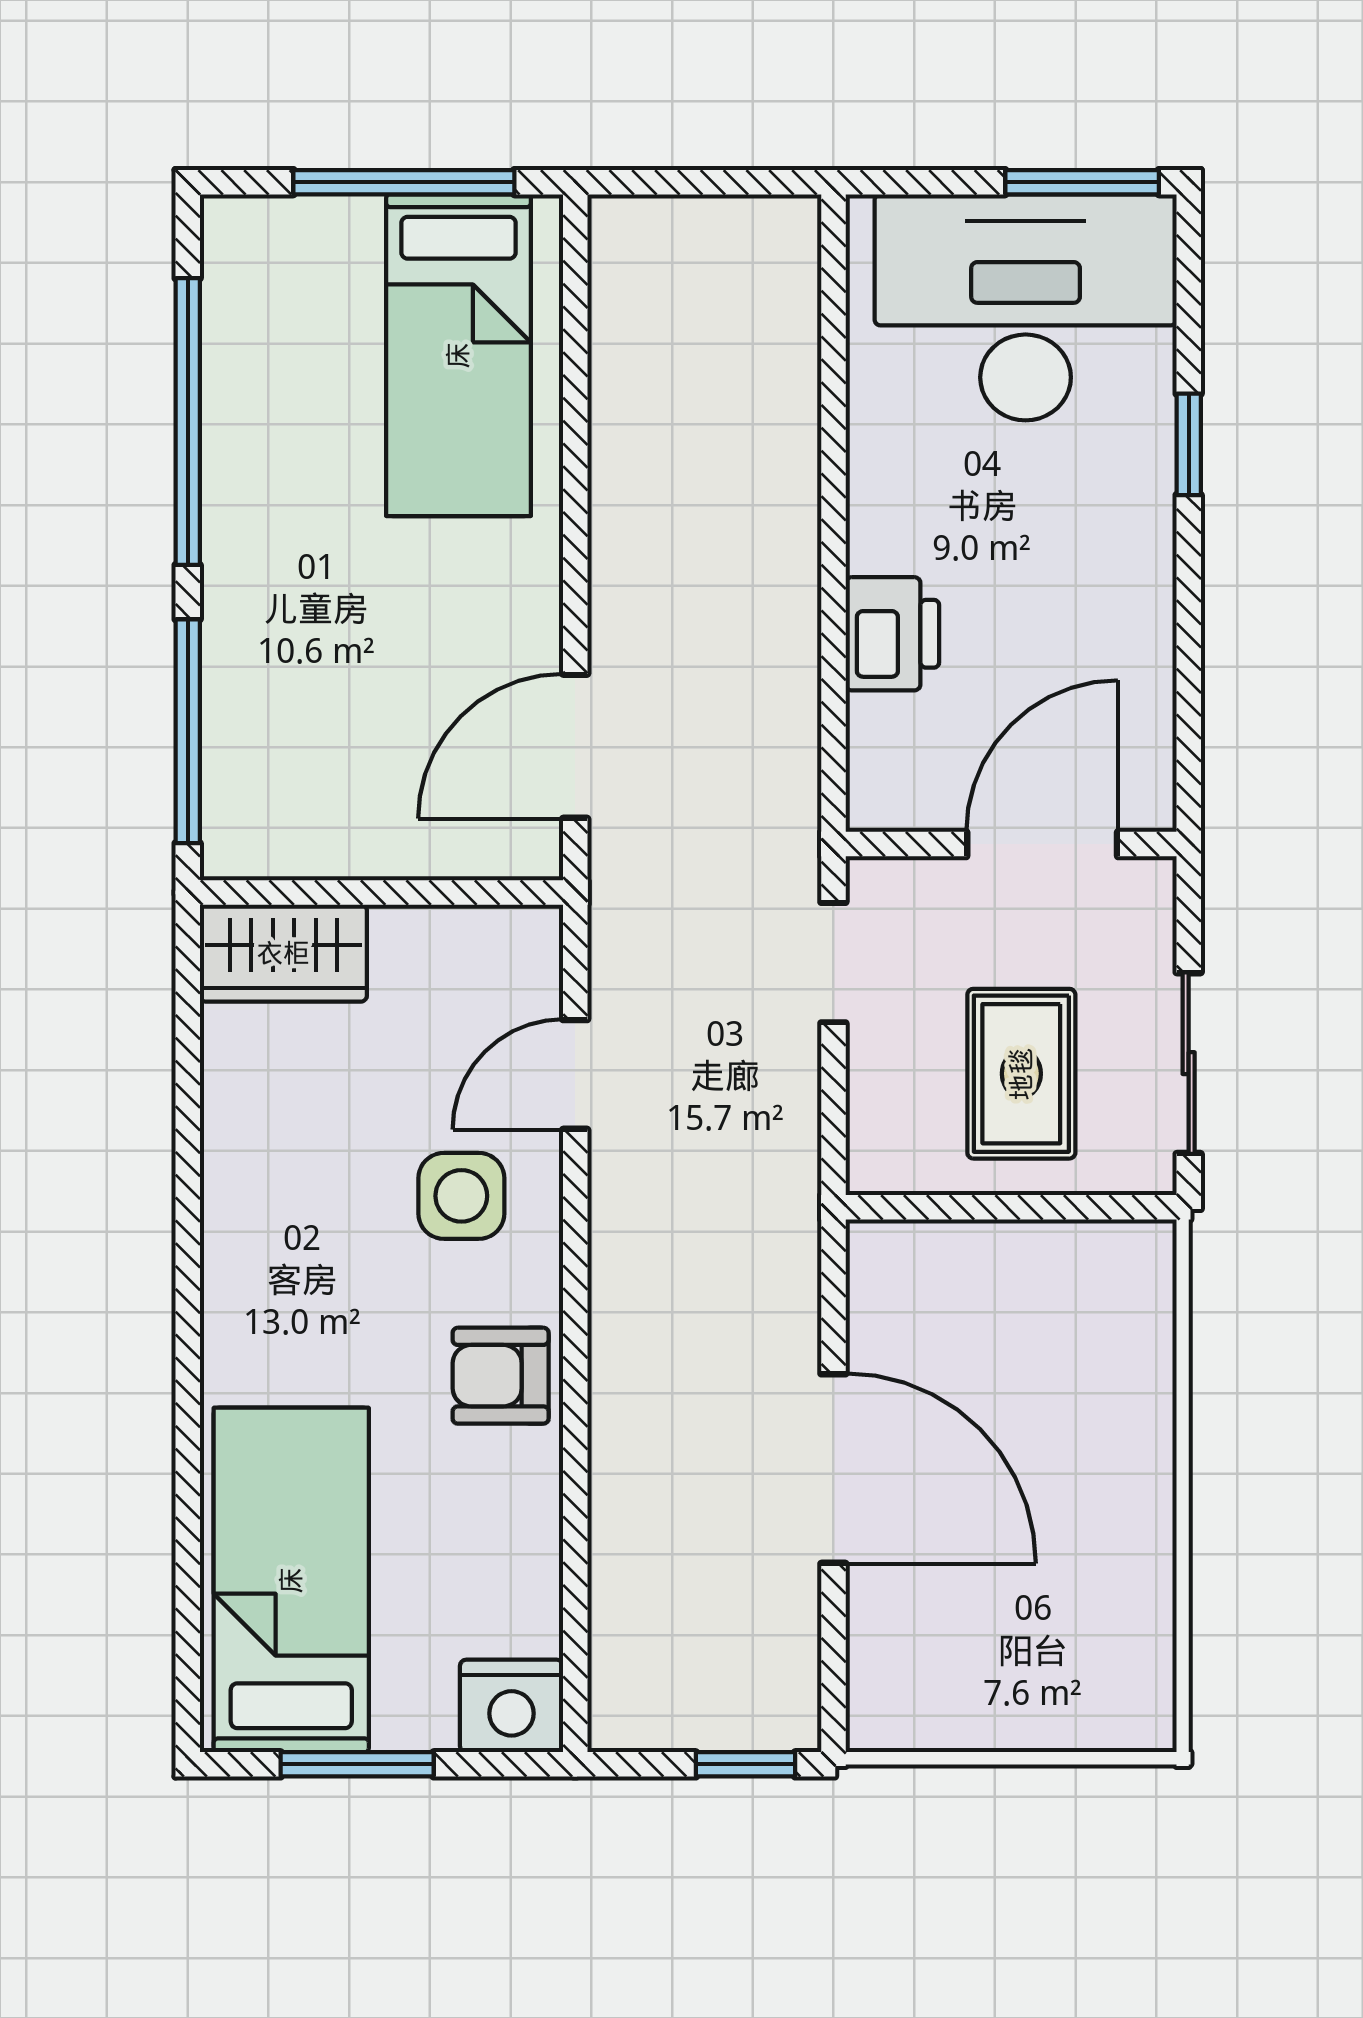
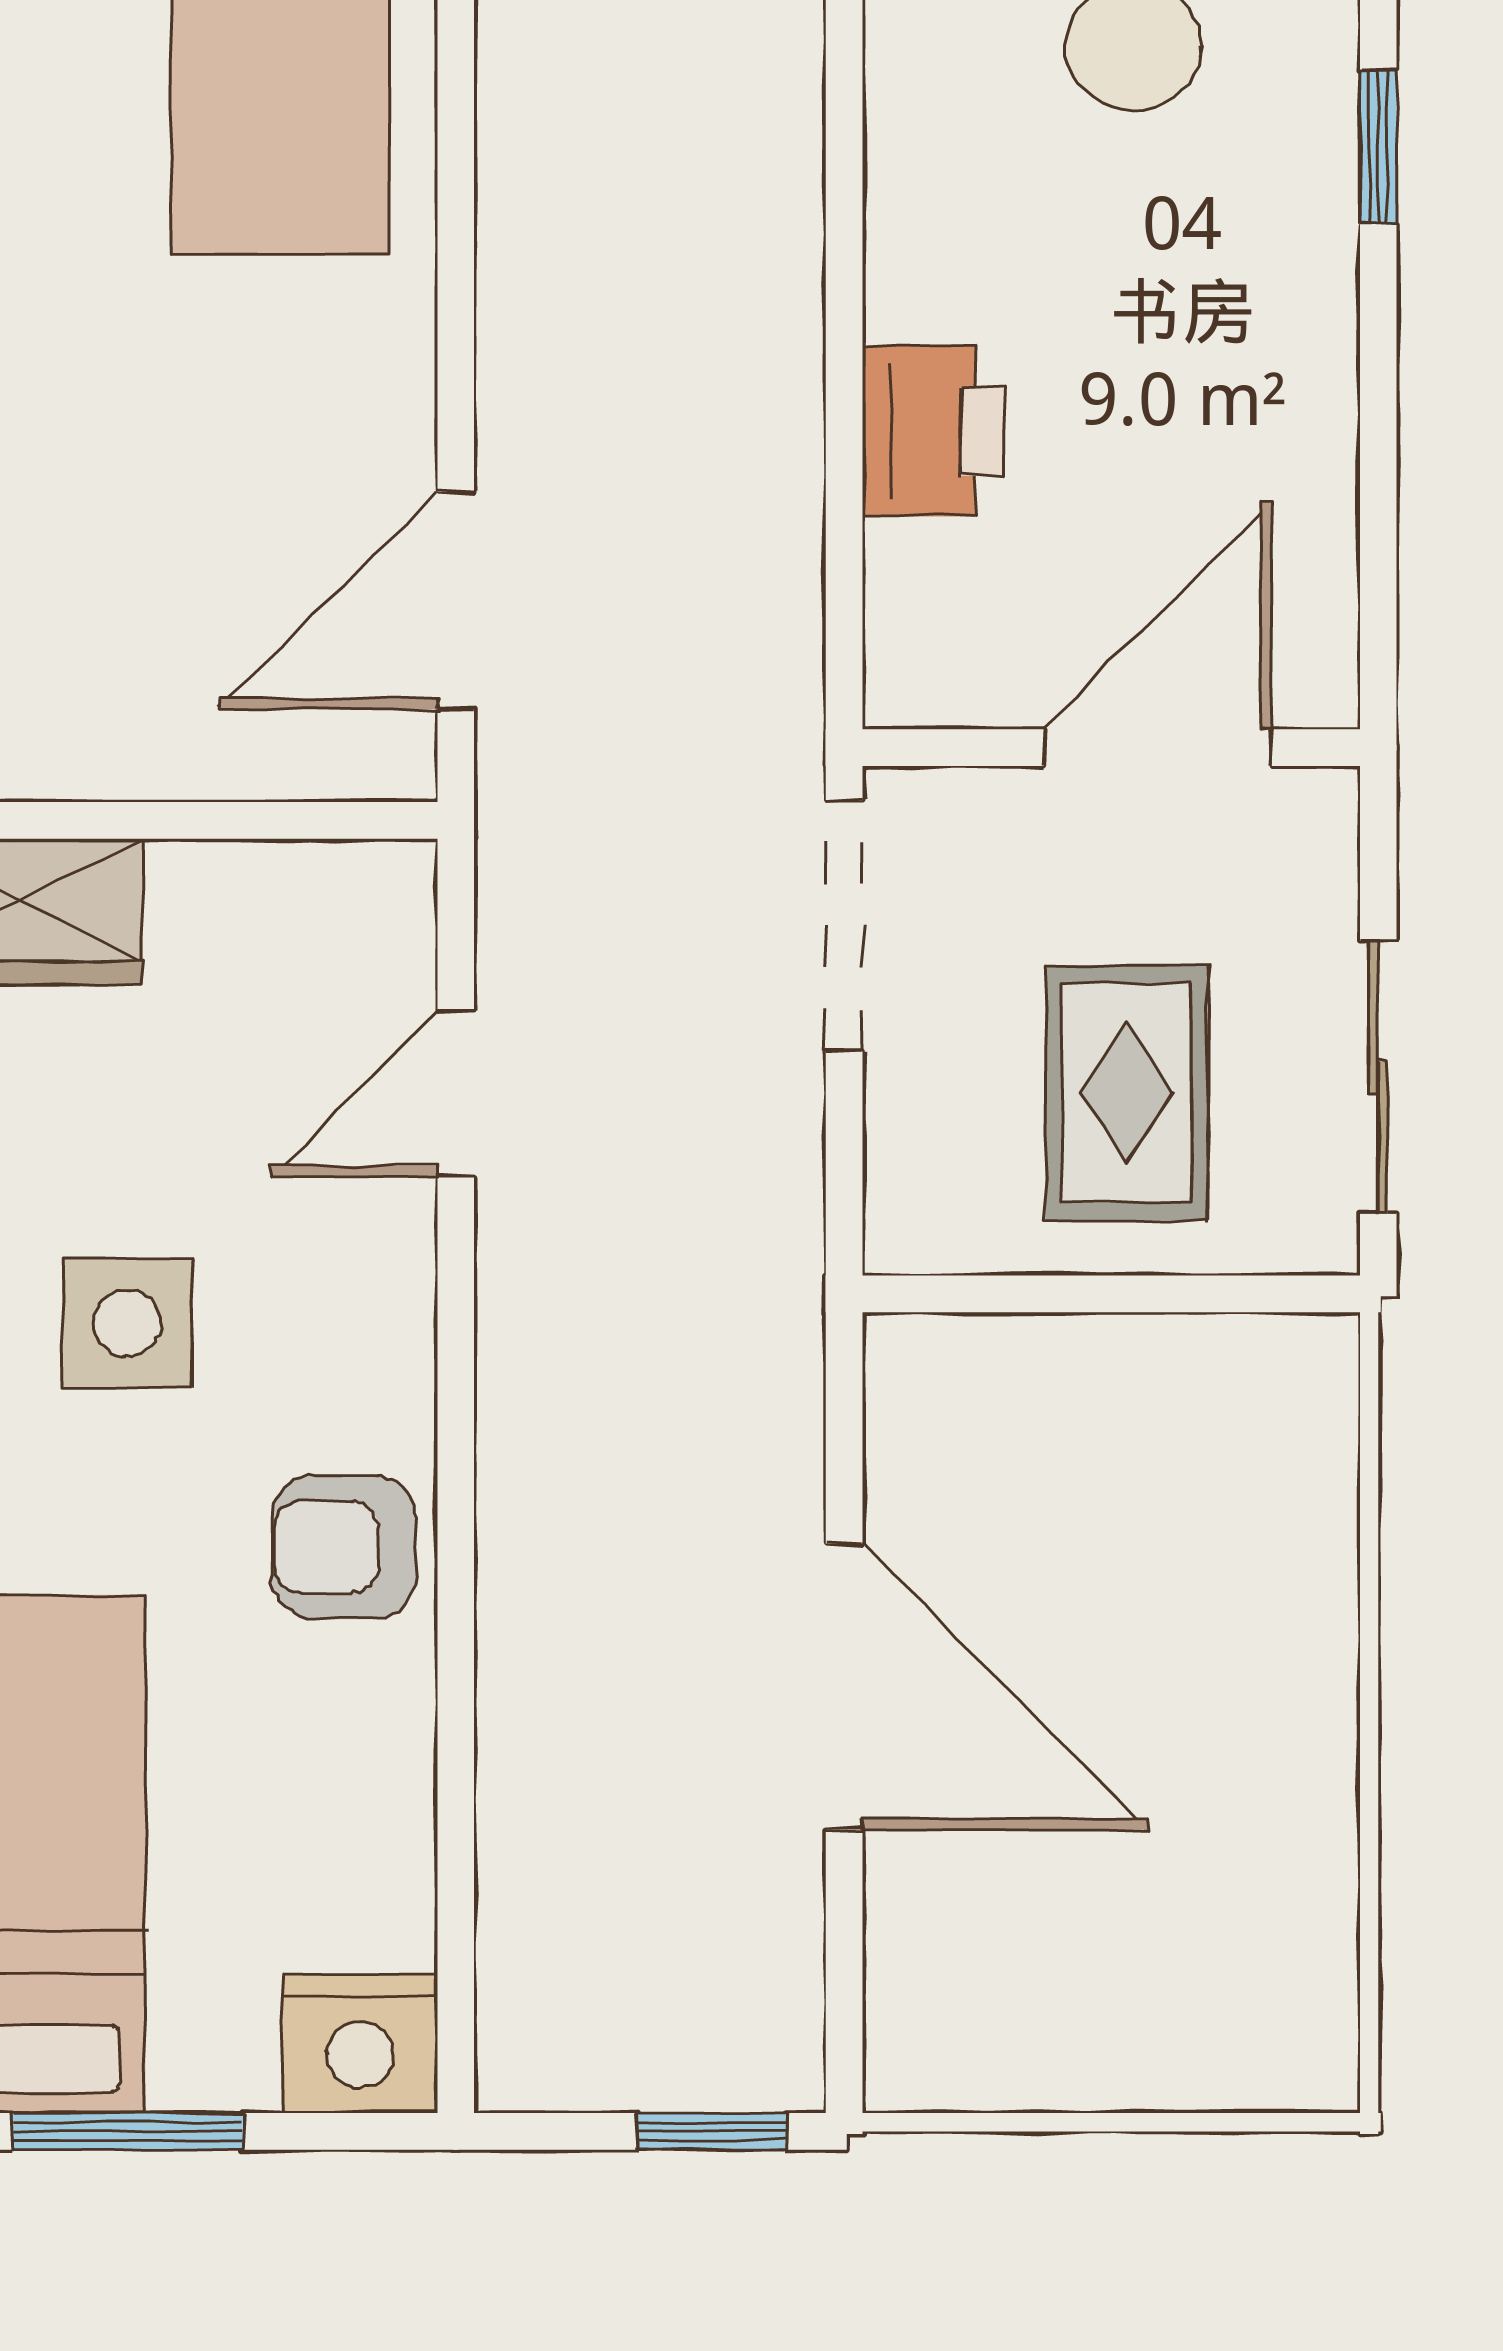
doorway: (833, 963) -> (844, 926), width x1.38
side table: (461, 1196) -> (127, 1323), moved

